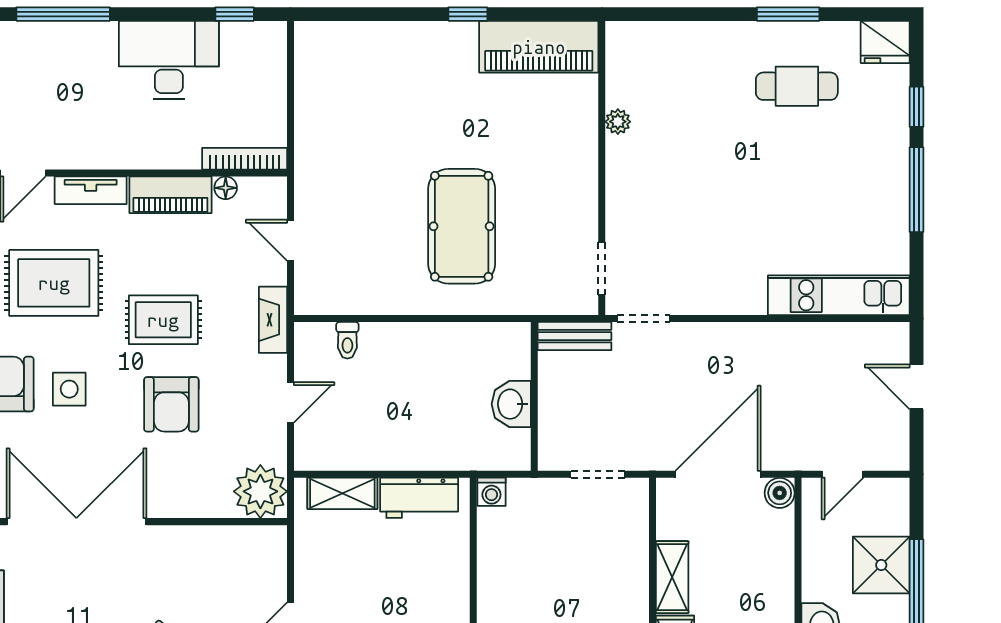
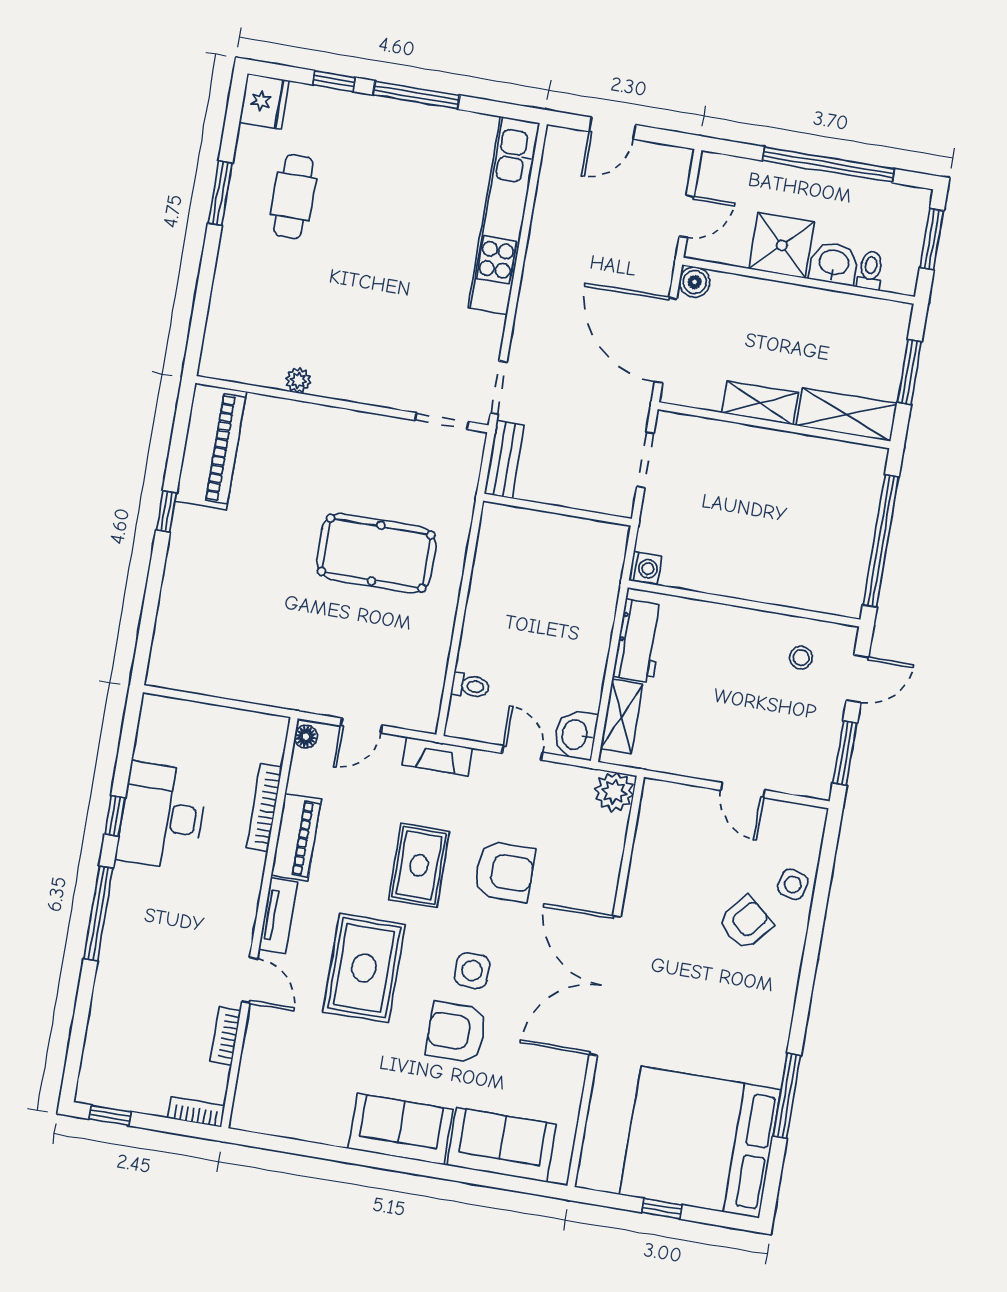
window: (235, 14) -> (115, 816), moved
bookcase: (245, 159) -> (264, 808), moved
floor lamp: (226, 188) -> (306, 737), moved
kitchen unit: (839, 295) -> (504, 216), width x1.36
washbasin: (511, 404) -> (576, 735), moved, turned 90
door: (843, 474) -> (687, 216), hinge flipped
plant: (260, 491) -> (614, 792), width x0.73, depth x0.73
shower: (881, 565) -> (782, 245), moved

